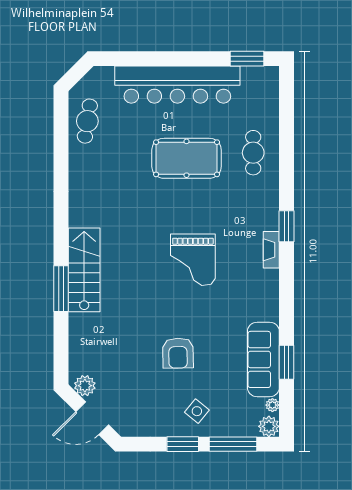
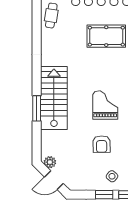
grand piano: (193, 260) -> (105, 105), moved, turned 180
stairs: (84, 270) -> (54, 98), width x1.36, depth x1.51

